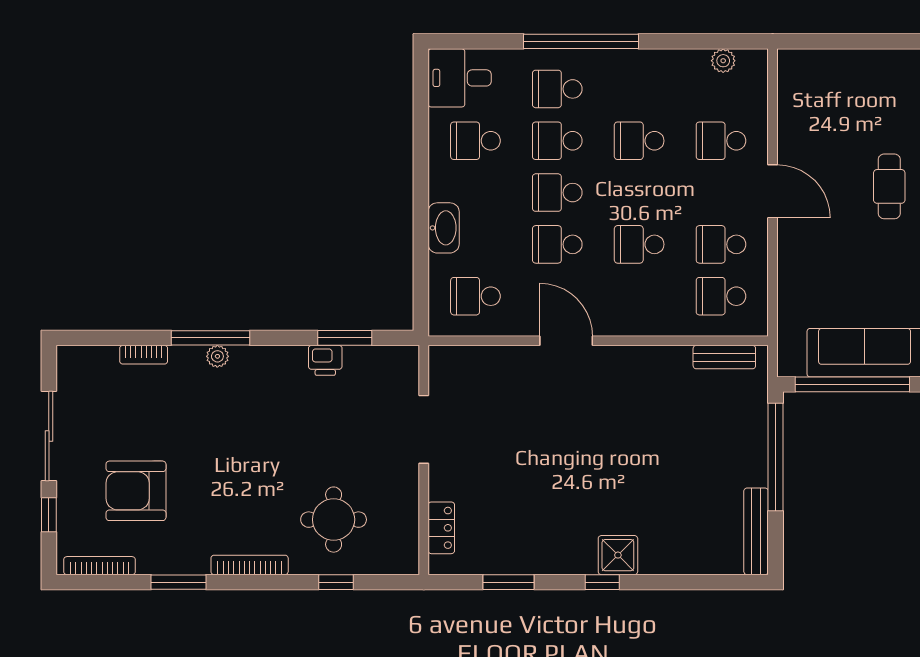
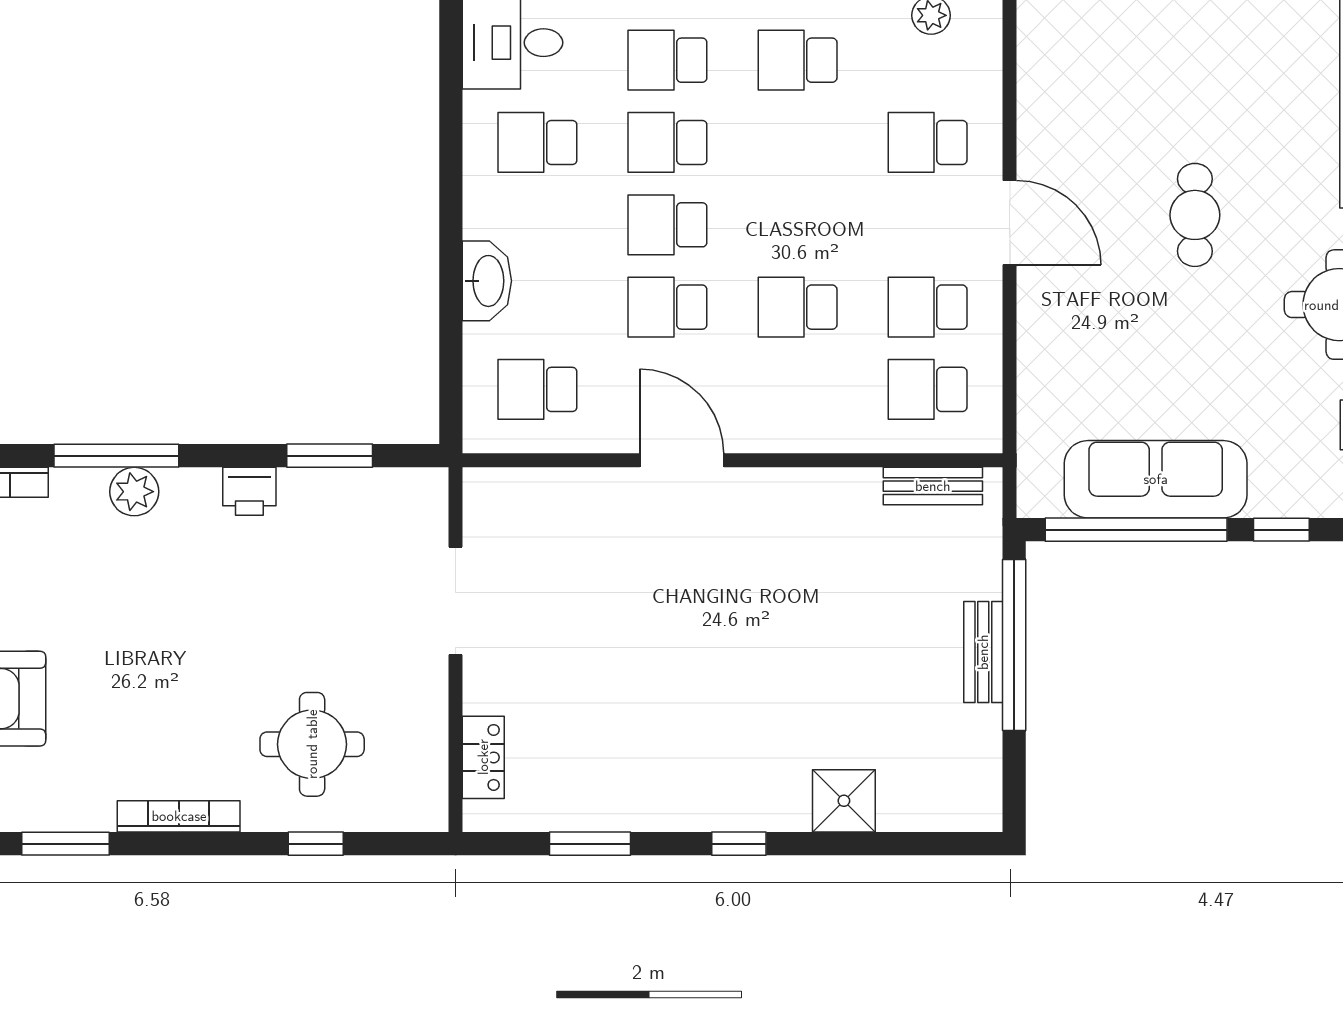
school desk: (639, 141) -> (798, 60), moved
plant: (217, 356) -> (134, 492), width x1.38, depth x1.38
printer: (325, 360) -> (249, 491), moved
bench: (756, 531) -> (983, 652), moved, width x0.73
shower: (618, 555) -> (844, 801), moved

